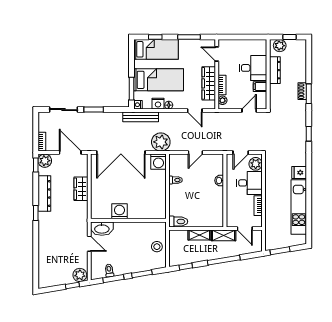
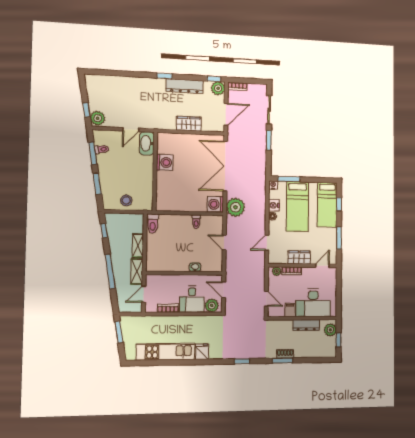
desk: (253, 68) -> (313, 303), width x1.37
wardrobe: (209, 83) -> (299, 257), width x0.67
bench: (141, 117) -> (261, 187), removed

